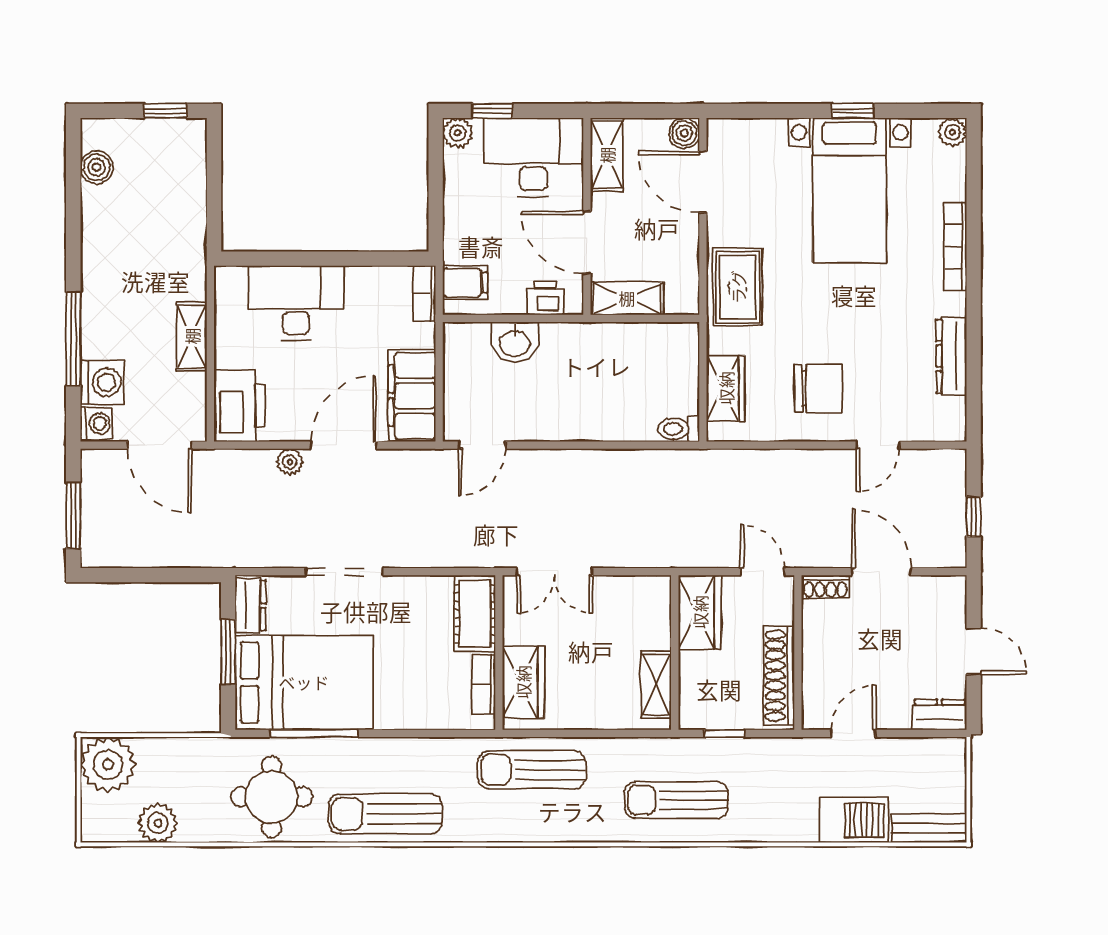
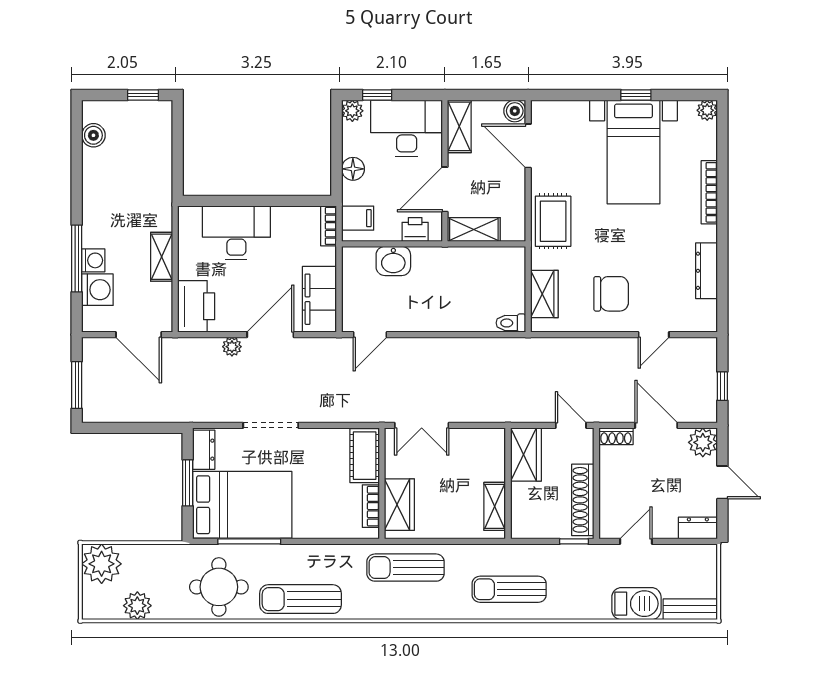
floor lamp: (459, 214) -> (353, 169), added
door: (587, 242) -> (445, 189), hinge flipped
washing machine: (96, 423) -> (93, 260), moved
plant: (946, 595) -> (703, 442), added
window: (725, 733) -> (574, 541), moved

